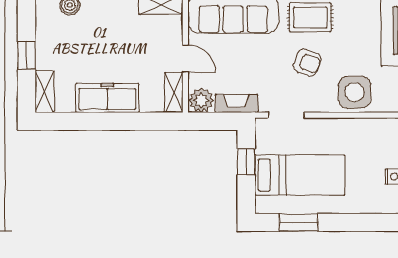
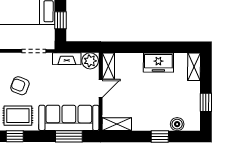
window: (26, 55) -> (206, 102), moved
door: (185, 59) -> (101, 88), swing flipped
freezer: (107, 98) -> (158, 63), width x0.71

